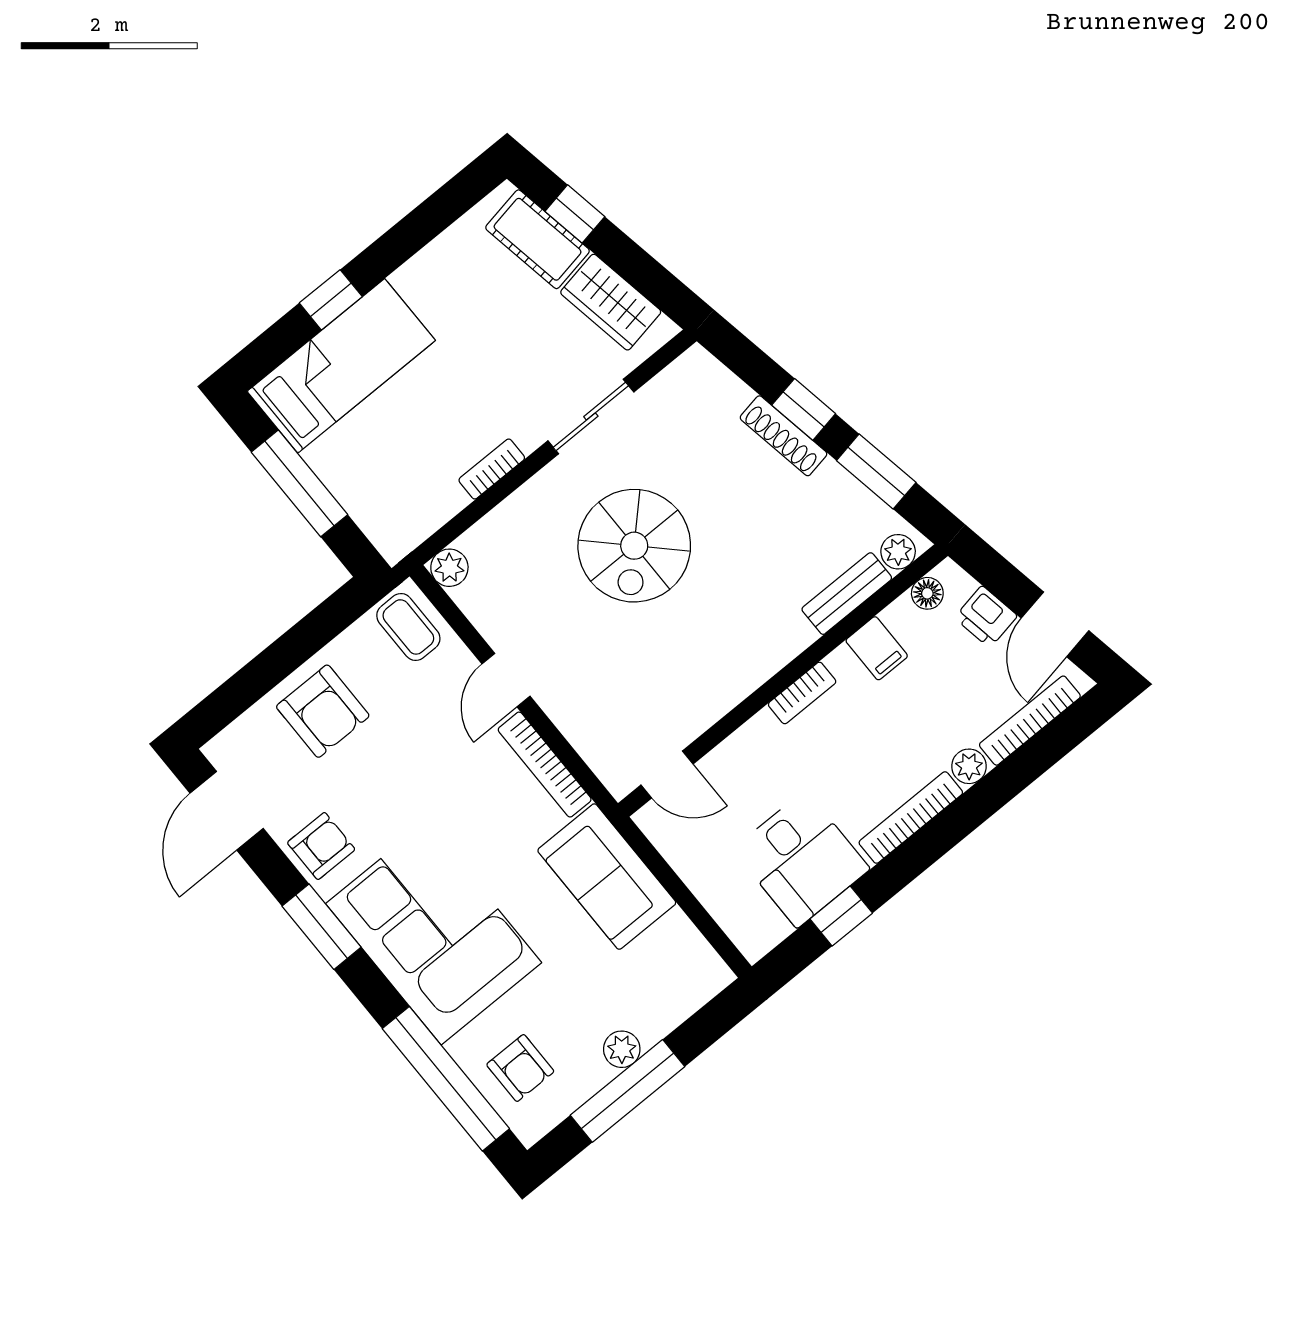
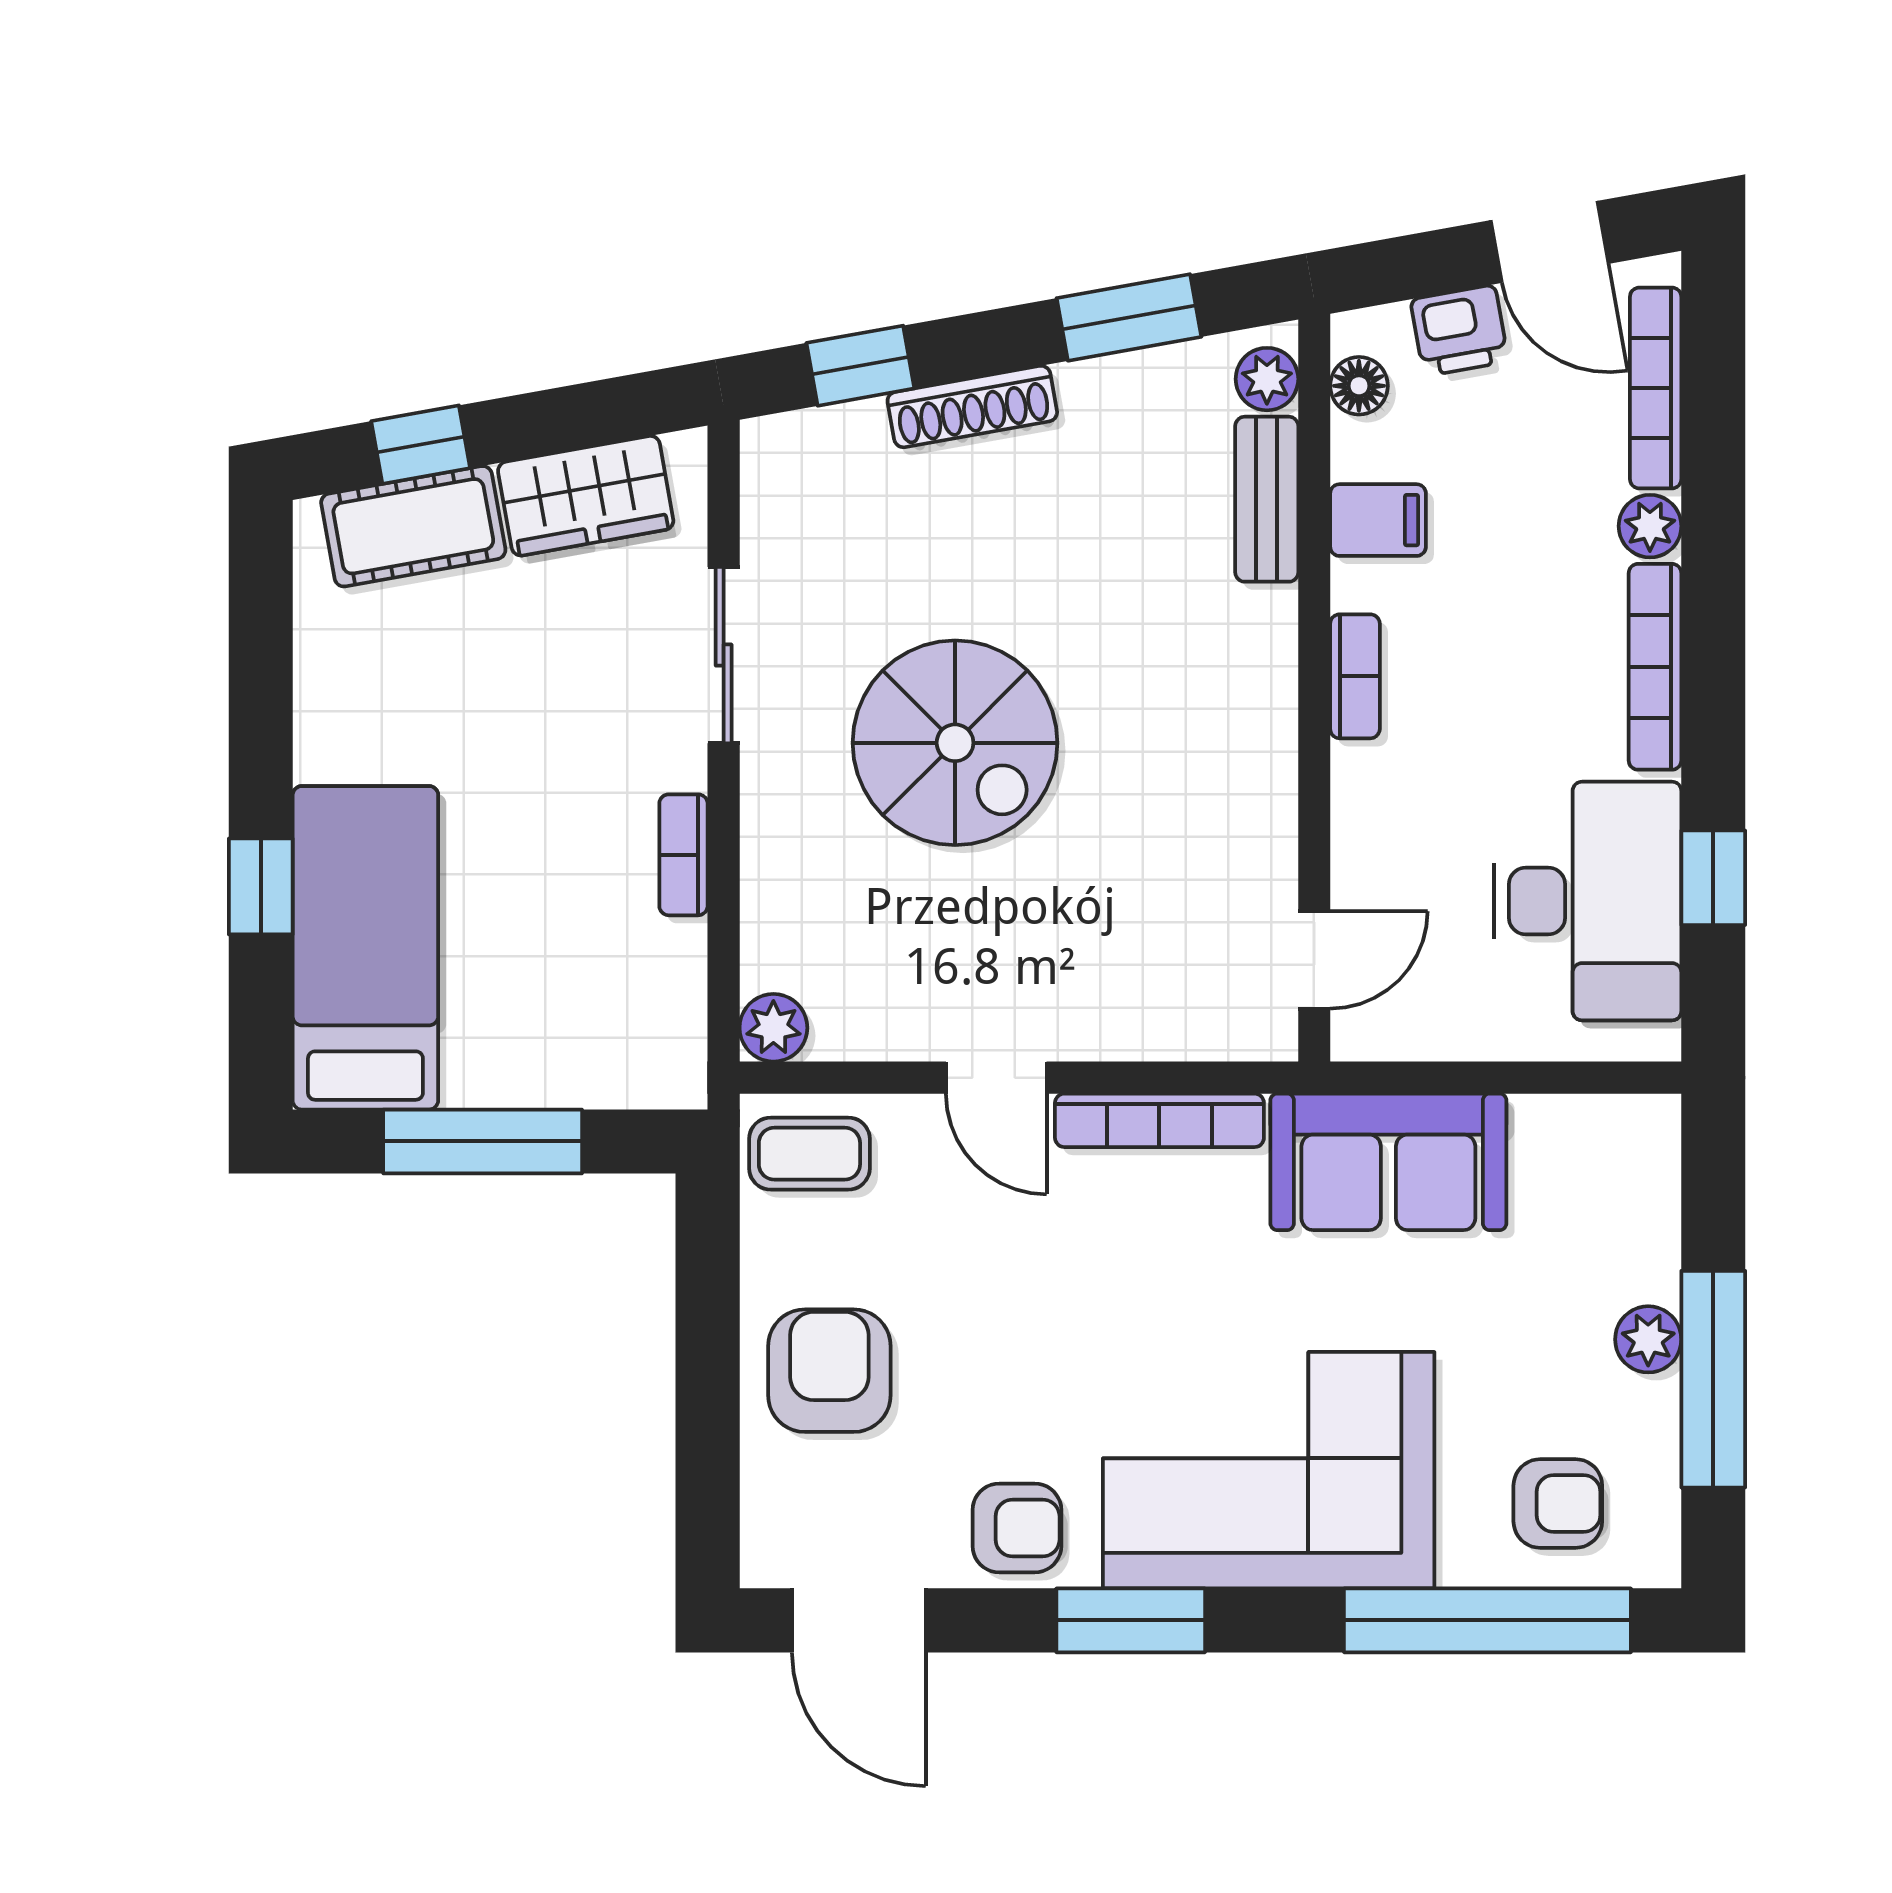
window: (804, 409) -> (860, 366), moved
armchair: (323, 711) -> (829, 1371), turned -90
armchair: (321, 846) -> (1017, 1528), turned 90
desk: (801, 859) -> (1588, 901), width x1.37

